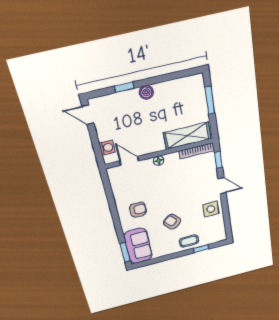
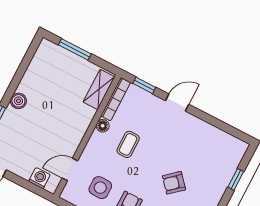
shelving: (187, 136) -> (99, 89), width x0.67, depth x0.75
floor lamp: (159, 161) -> (103, 126), moved
side table: (211, 209) -> (100, 188), moved
coffee table: (189, 241) -> (128, 144), moved

